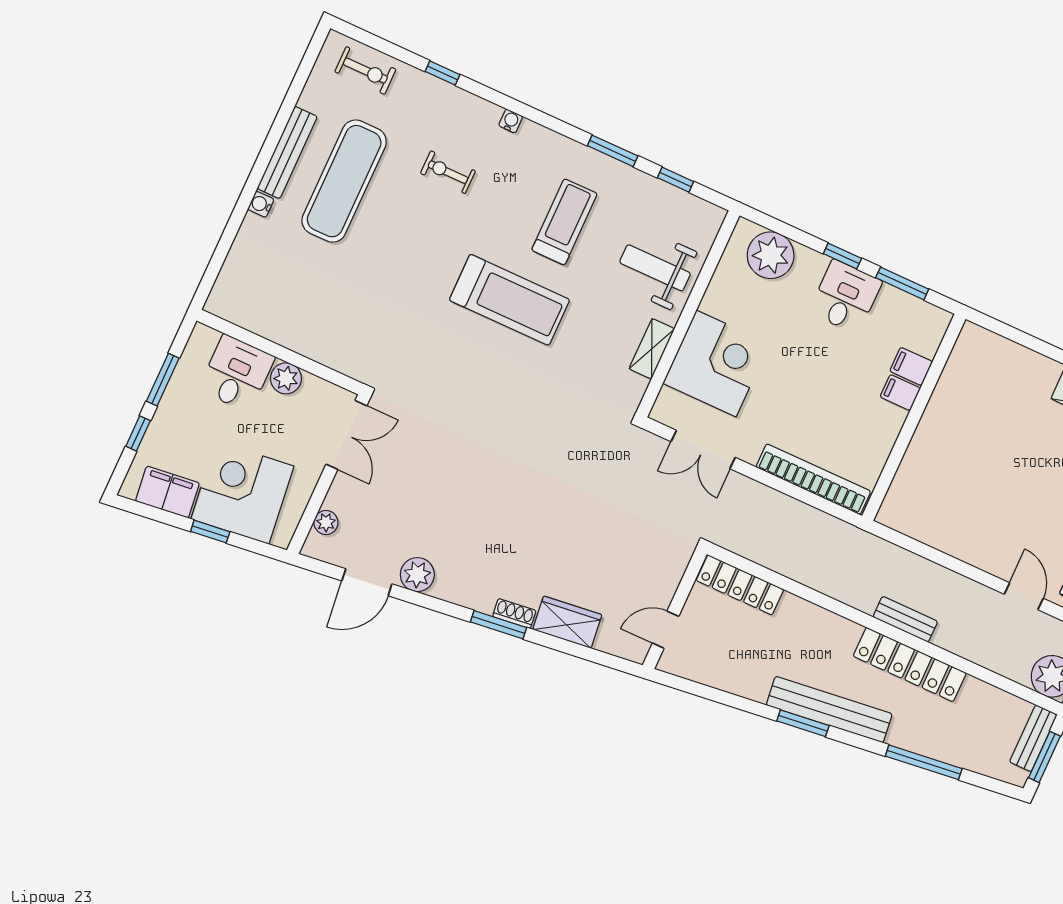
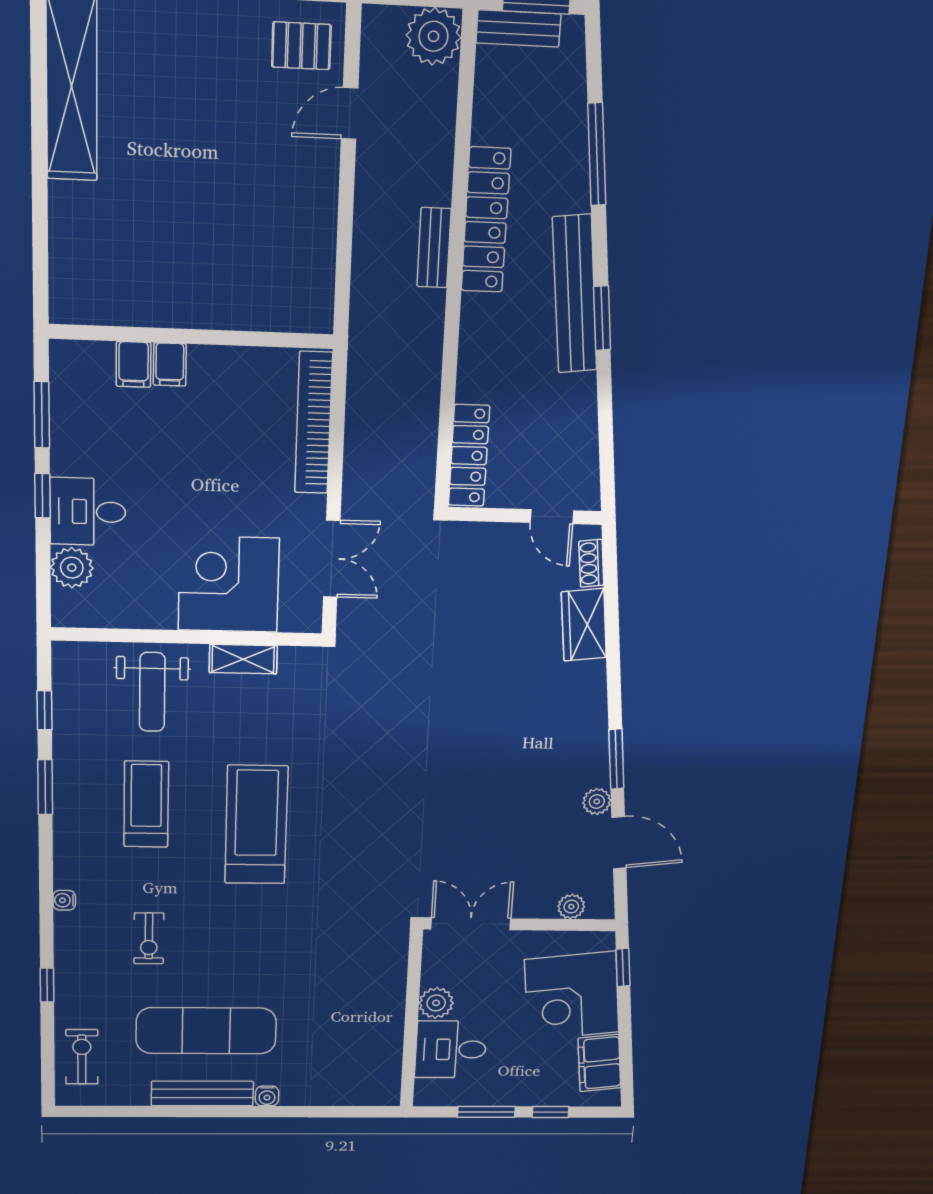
treadmill: (564, 222) -> (146, 804), turned 90
plant: (771, 255) -> (72, 568), width x0.73, depth x0.73
desk: (845, 297) -> (88, 512), moved
window: (210, 532) -> (623, 967), moved
plant: (417, 575) -> (597, 801), width x0.73, depth x0.73
shoe rack: (514, 614) -> (591, 563), moved
window: (498, 625) -> (616, 759), moved

